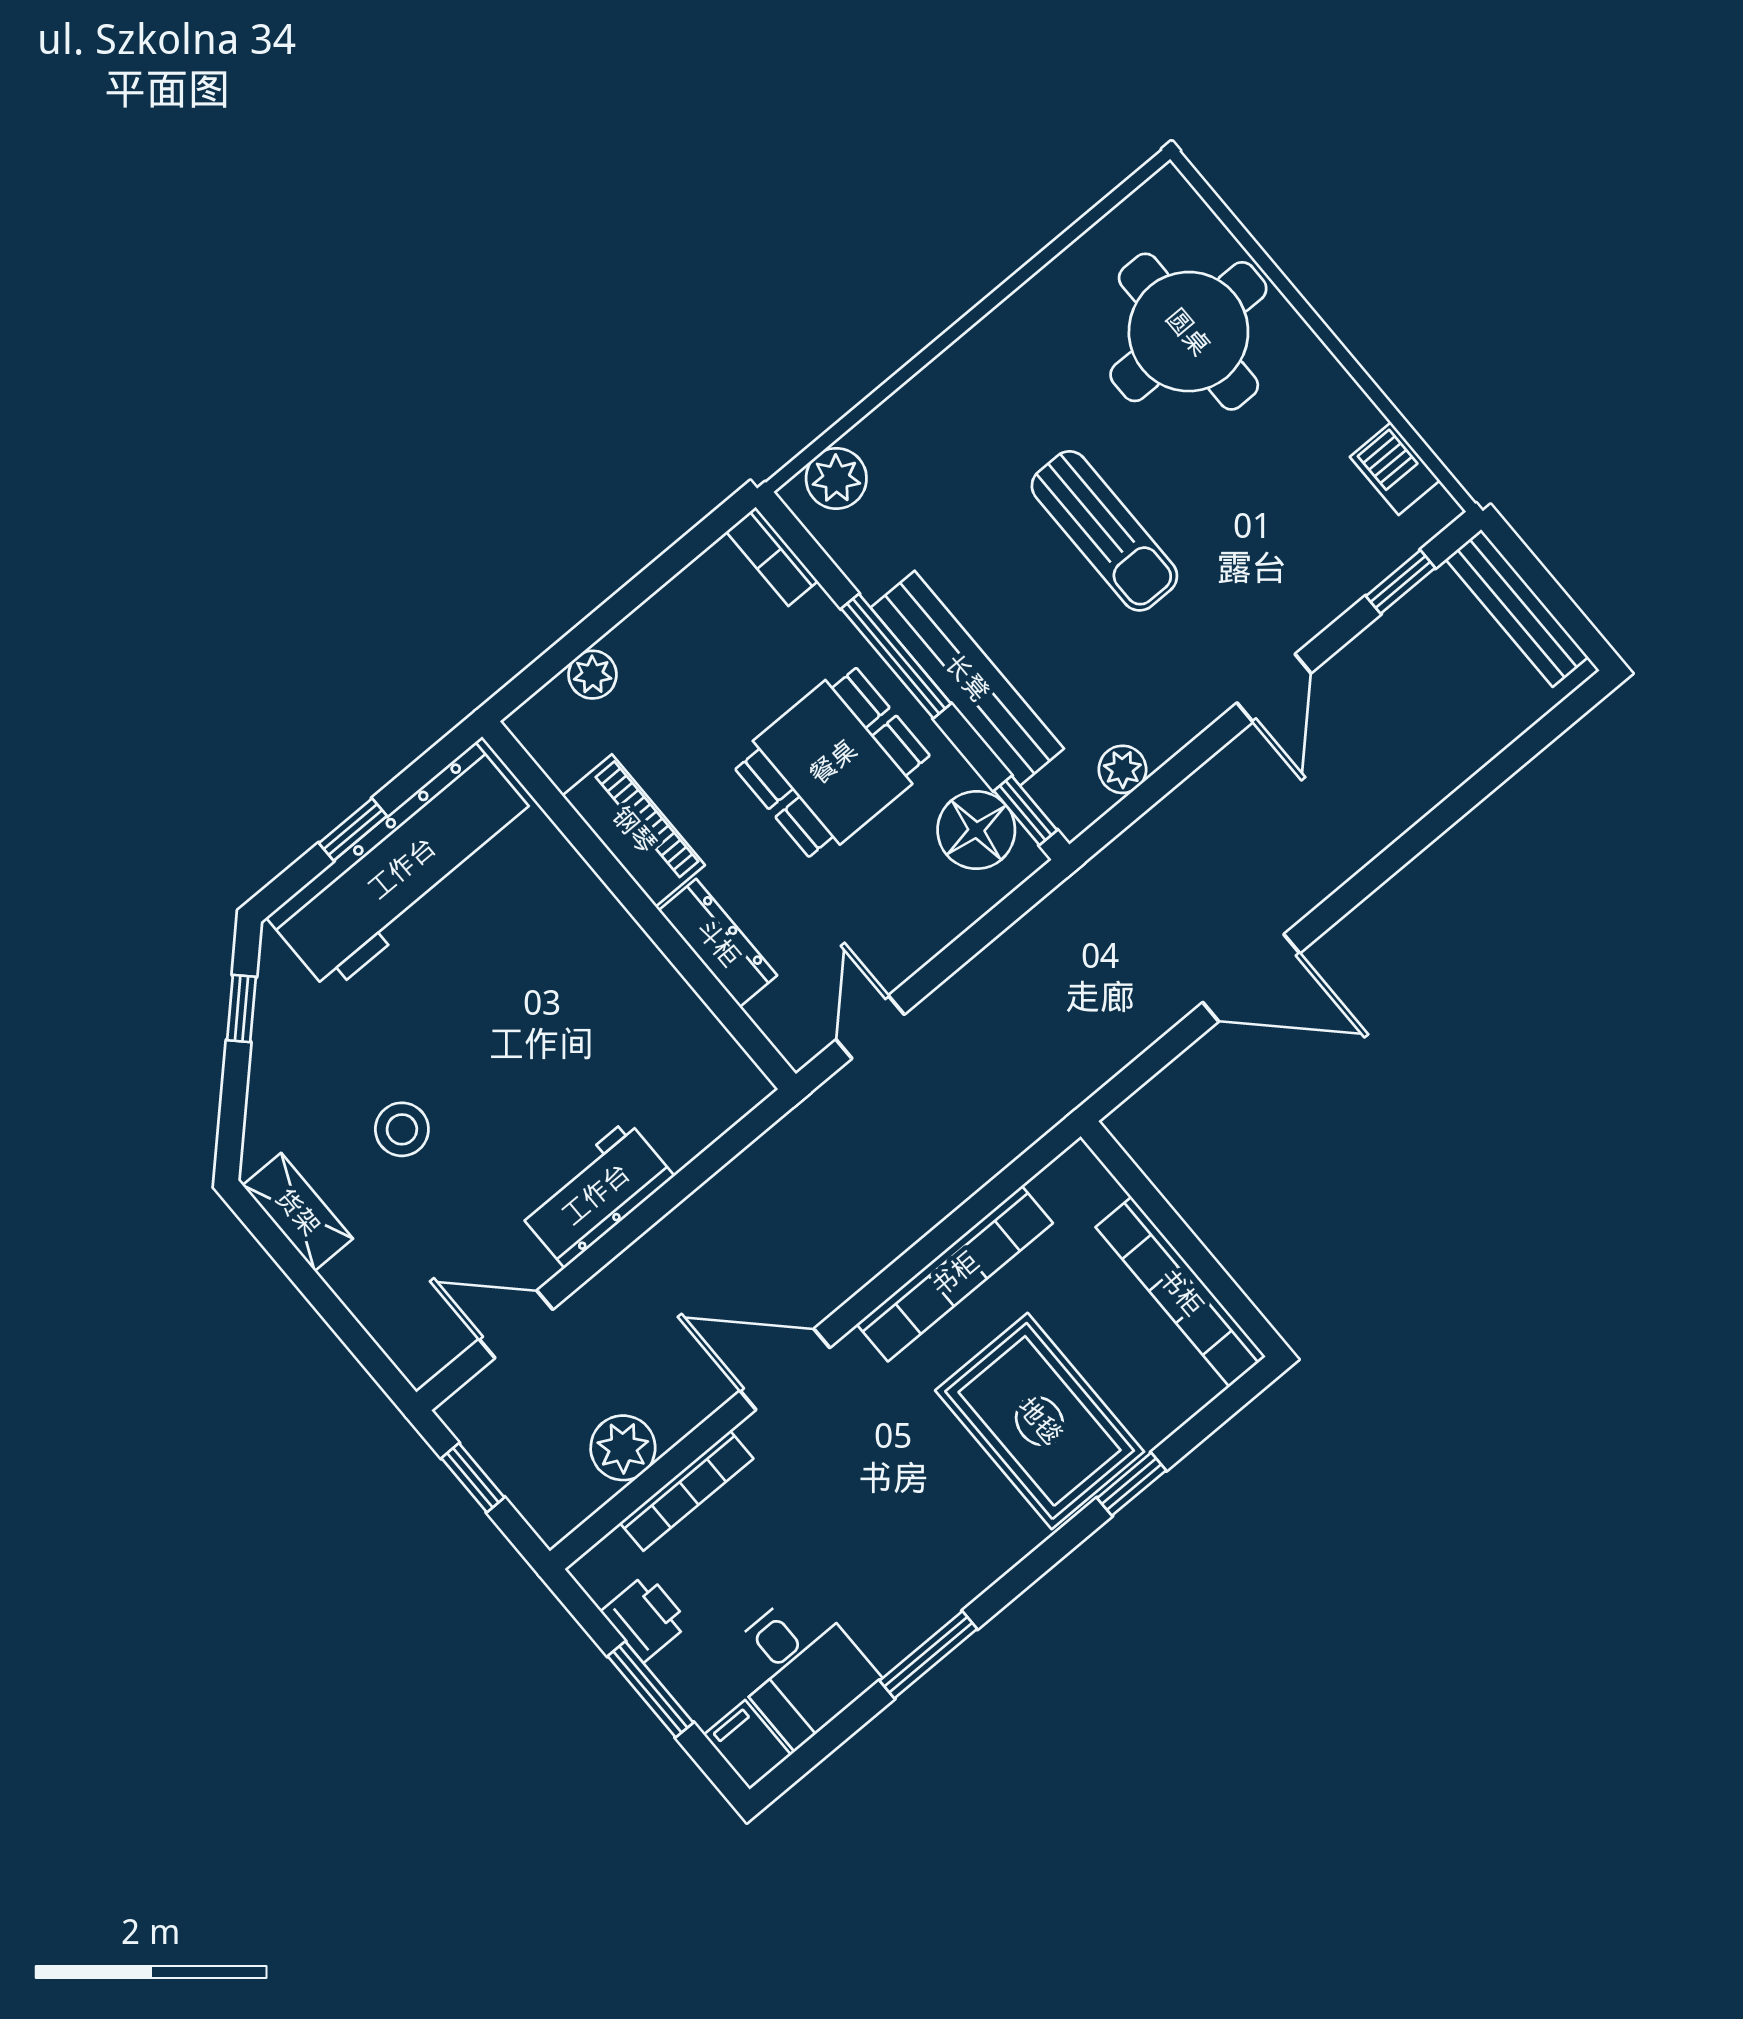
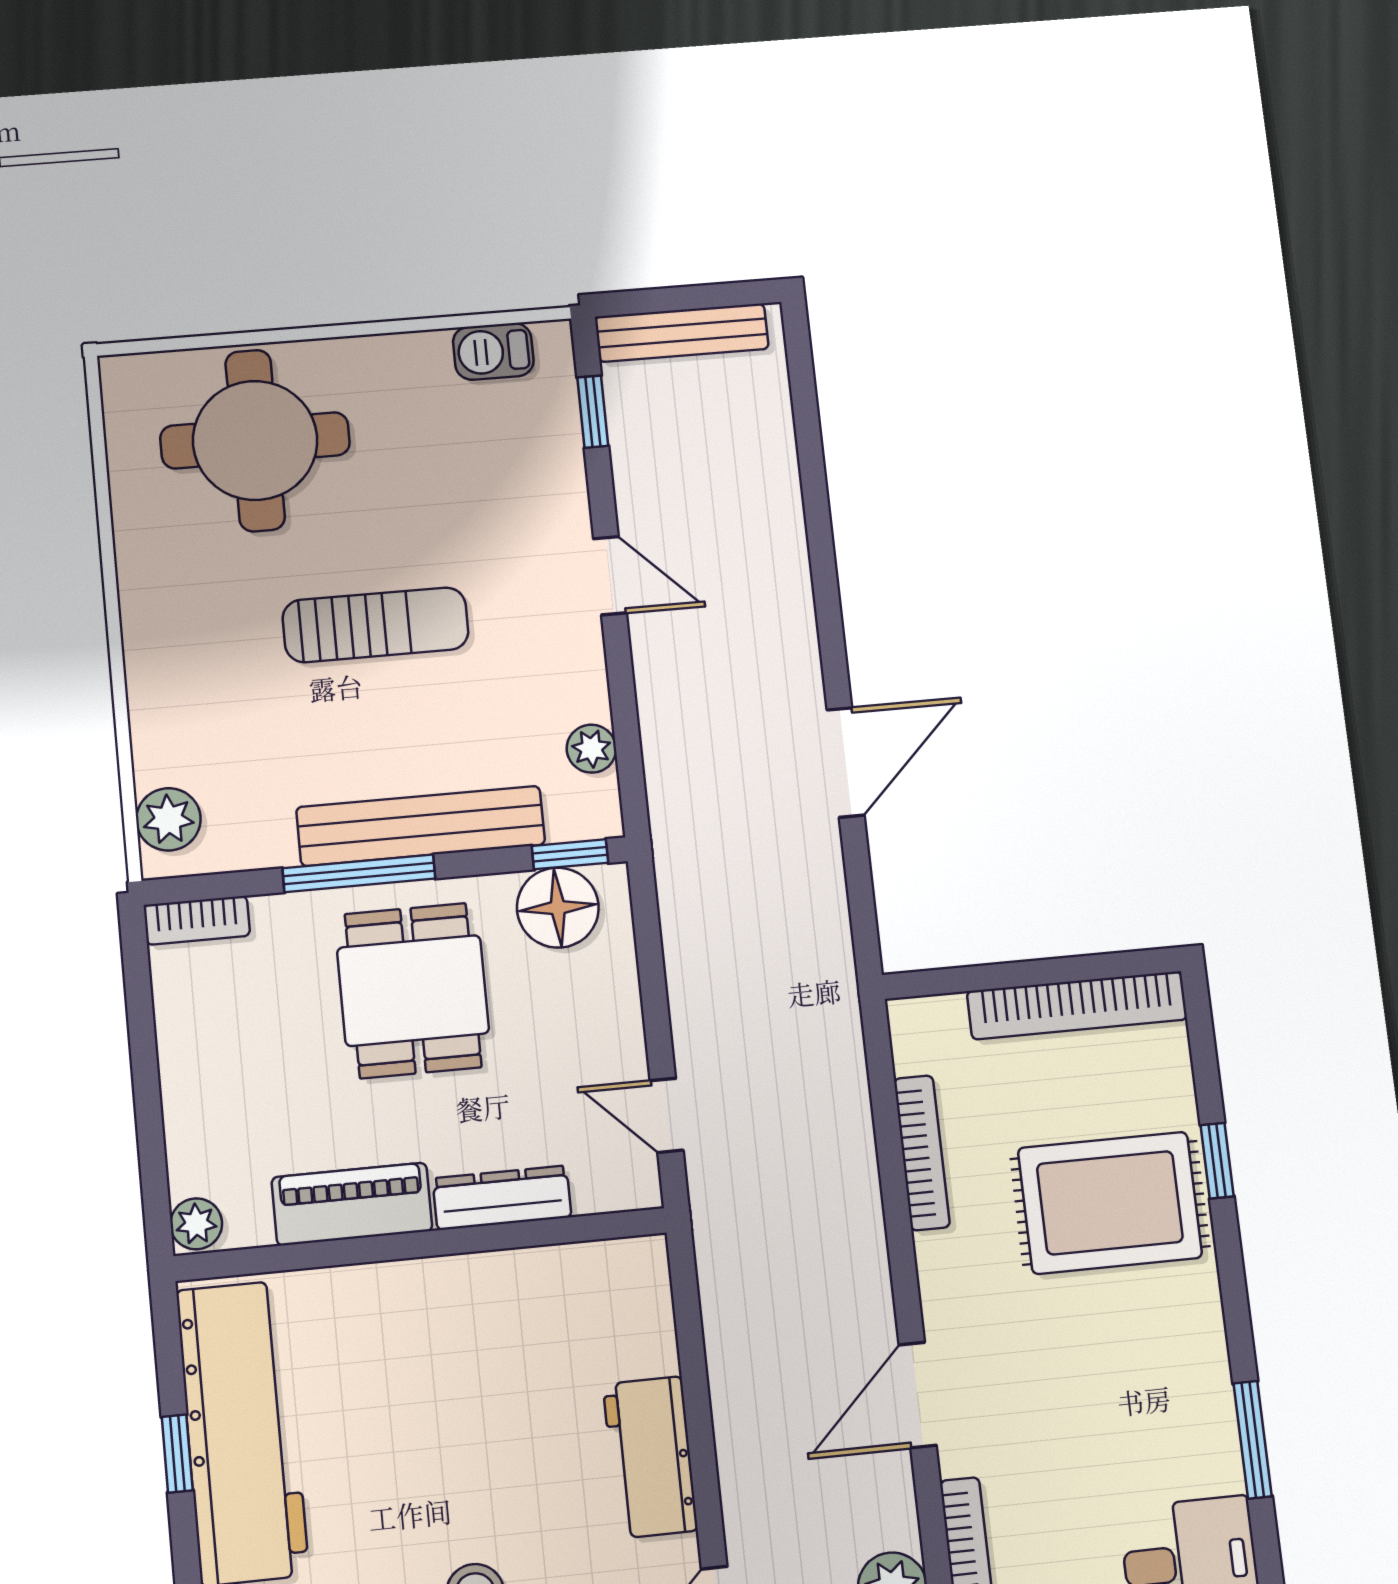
plant: (593, 675) -> (196, 1224), moved
bookcase: (955, 1274) -> (922, 1153), width x0.68, depth x0.76

